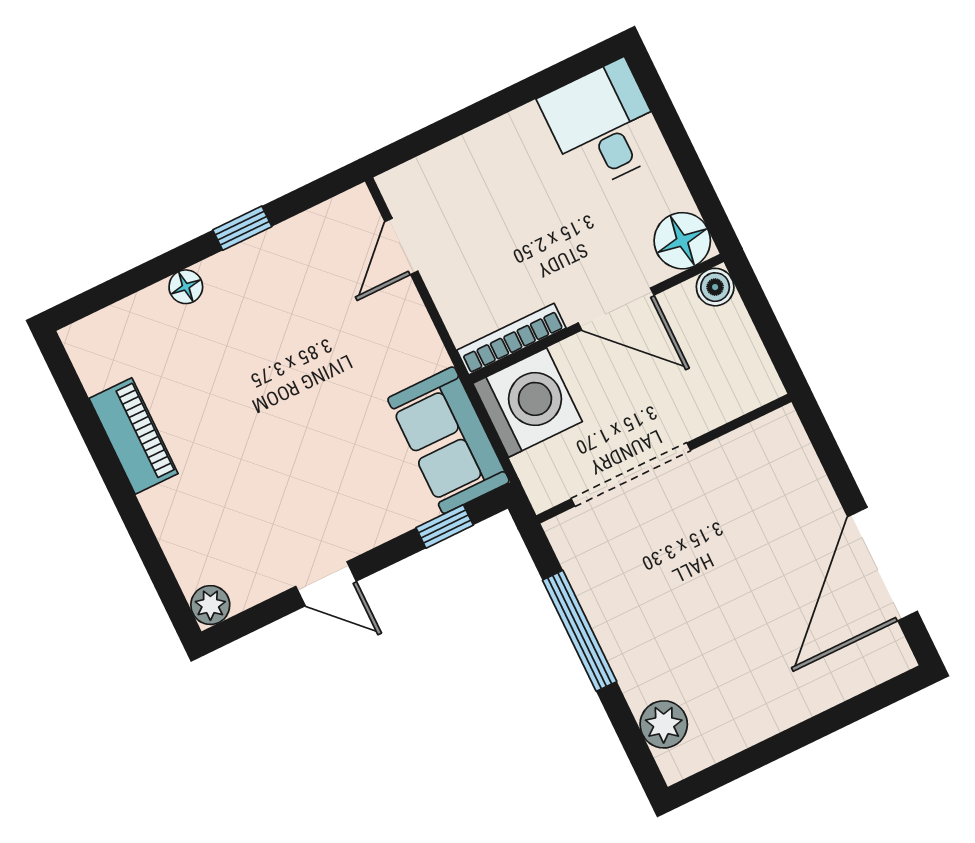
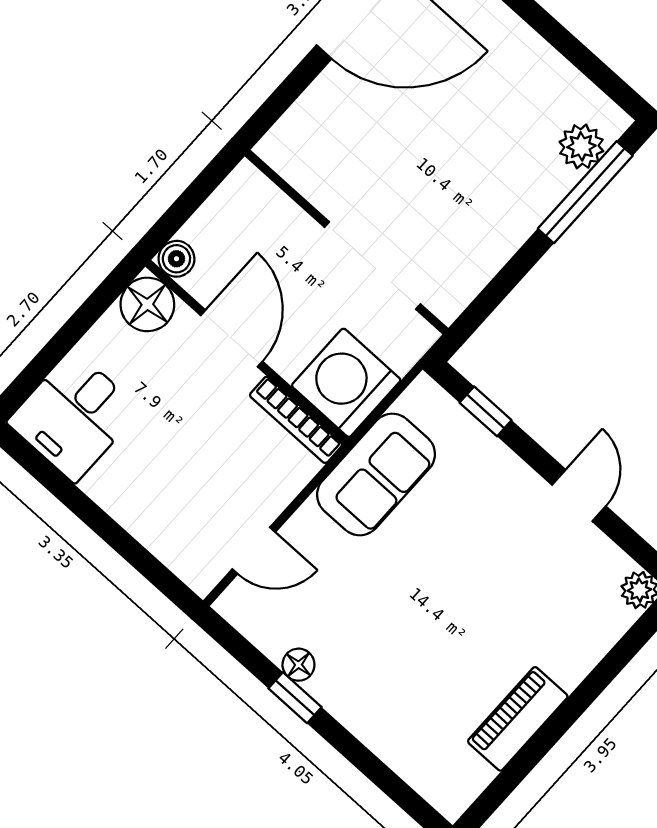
floor lamp: (186, 287) -> (298, 665), moved
sofa: (448, 440) -> (376, 474), moved
window: (580, 631) -> (585, 192), moved

